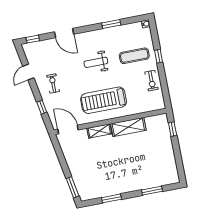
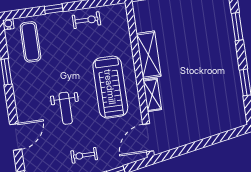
exercise mat: (134, 56) -> (30, 42), moved
weight bench: (96, 62) -> (66, 108), moved
window: (73, 187) -> (228, 135), removed

